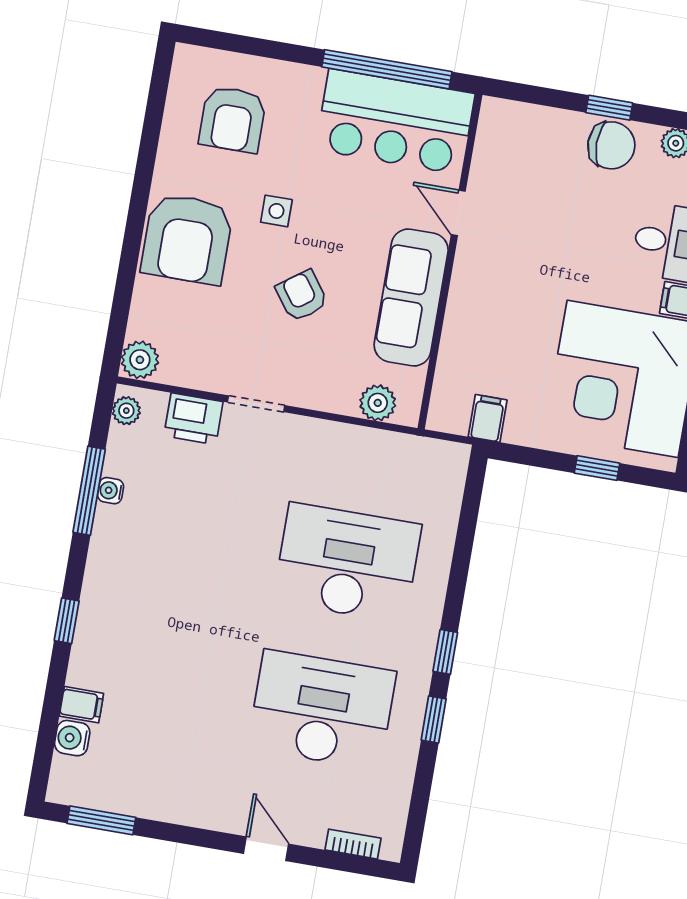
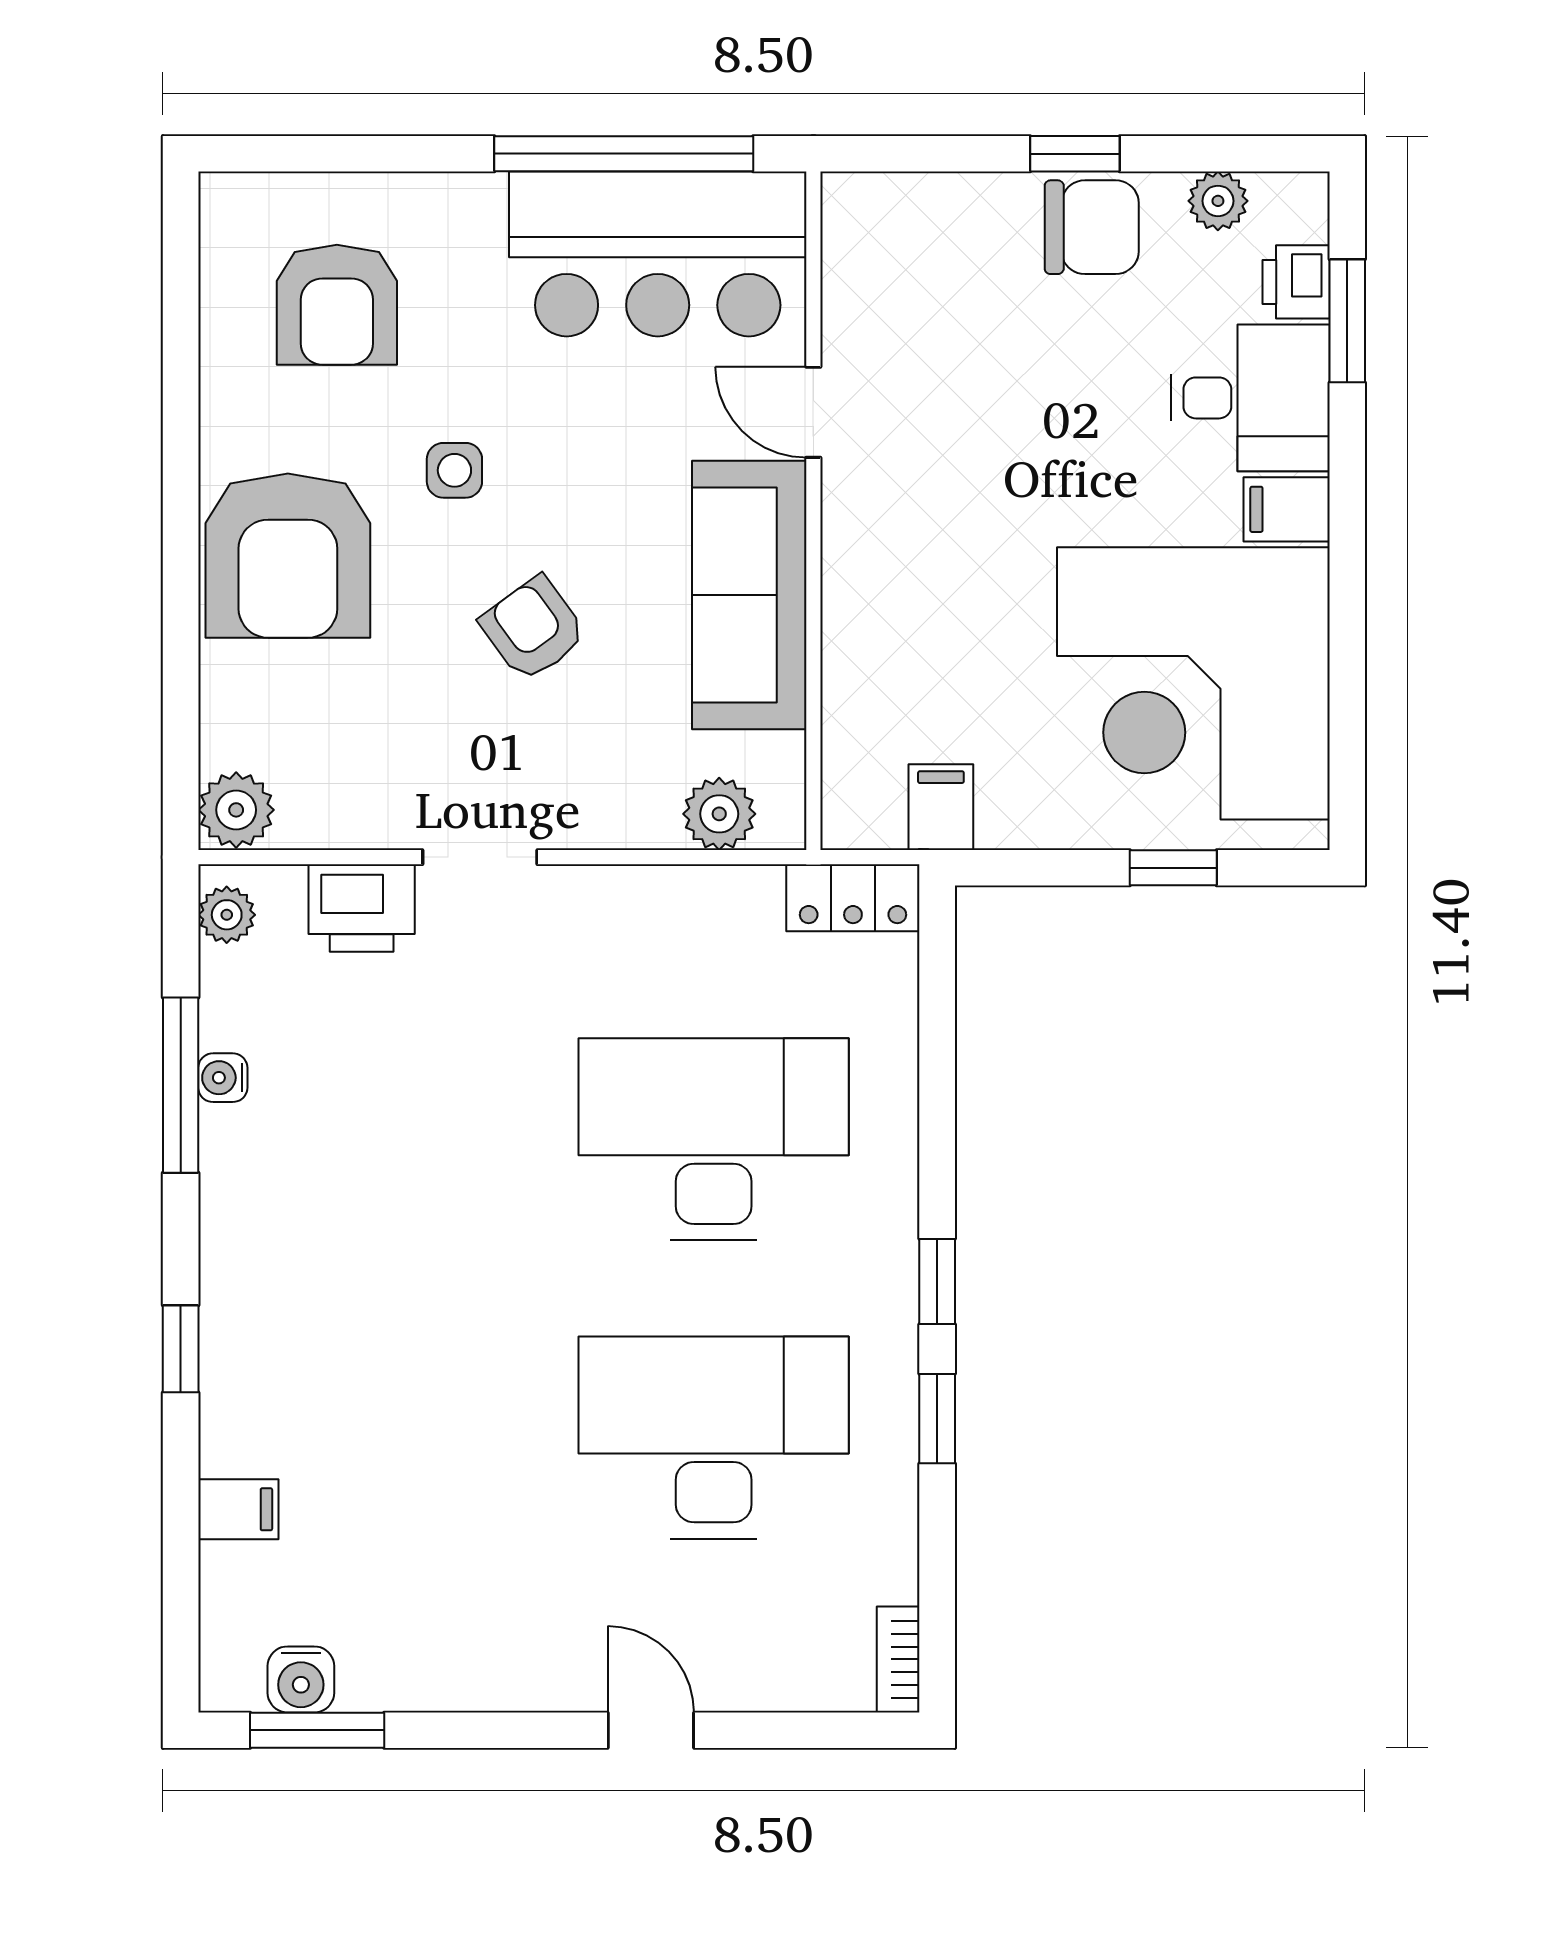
locker: (436, 456) -> (853, 898), added
water cooler: (72, 738) -> (301, 1679), moved, turned -90
bookcase: (353, 844) -> (898, 1659), moved, turned -90

